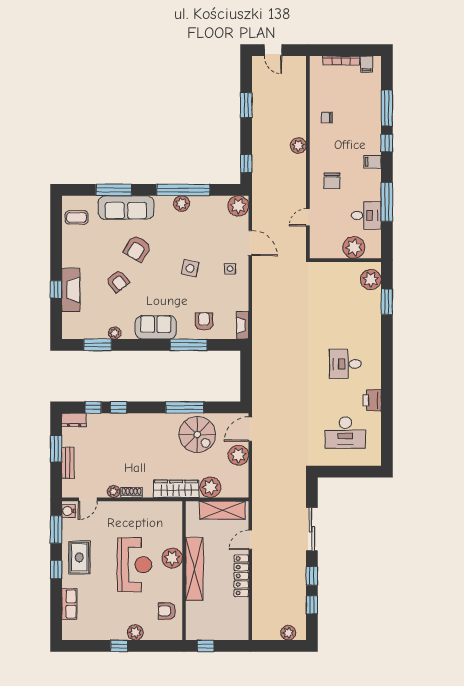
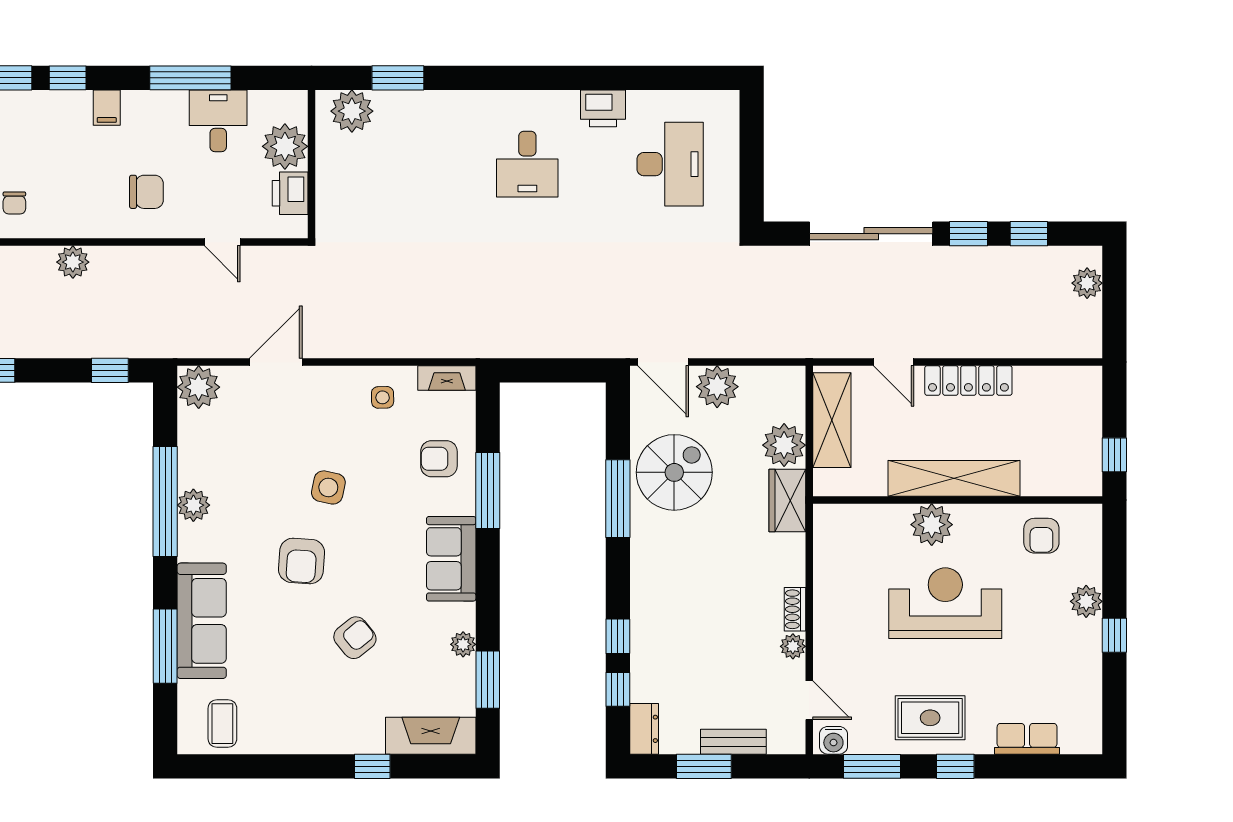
armchair: (137, 248) -> (301, 561), moved, turned 63
printer: (331, 250) -> (290, 193), added
side table: (230, 269) -> (383, 397), moved
fireplace: (71, 290) -> (431, 736), moved
wardrobe: (176, 489) -> (787, 501), width x0.67
sliding door: (312, 529) -> (871, 234), width x1.36

